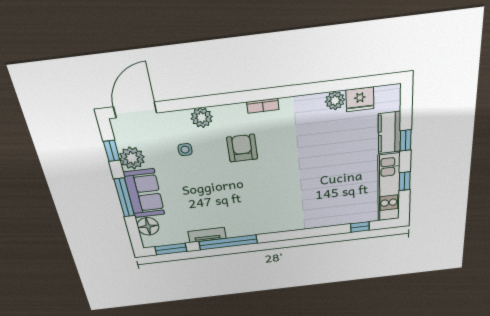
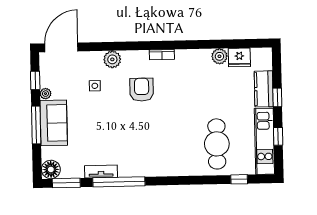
plant: (132, 158) -> (45, 94), width x0.53, depth x0.53
cafe table: (334, 196) -> (217, 144), added
floor lamp: (148, 226) -> (51, 169), moved

